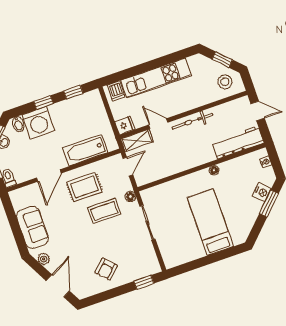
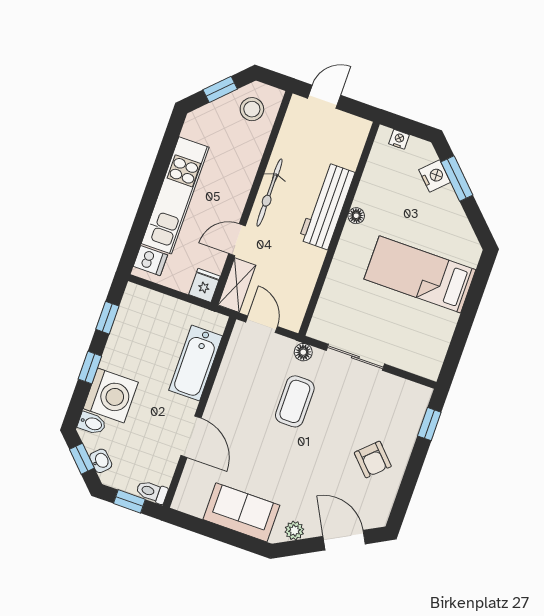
workbench: (238, 142) -> (327, 206), moved
rug: (84, 187) -> (243, 402), removed

